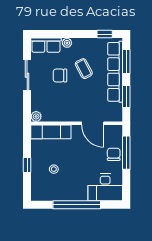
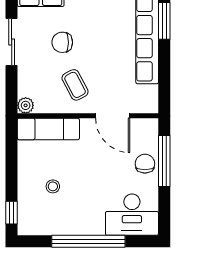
coffee table: (84, 69) -> (75, 85), moved
window: (126, 96) -> (164, 75), removed
window: (27, 165) -> (12, 213), moved

